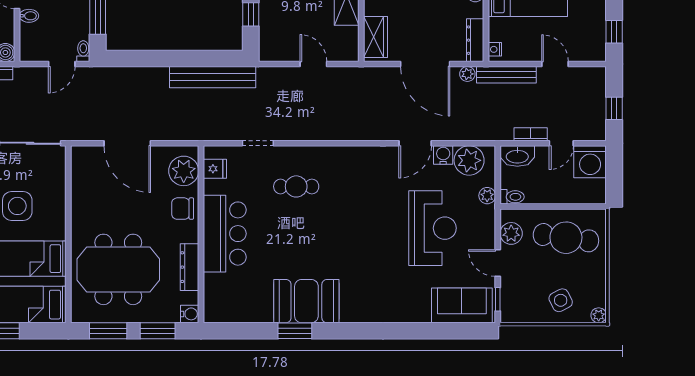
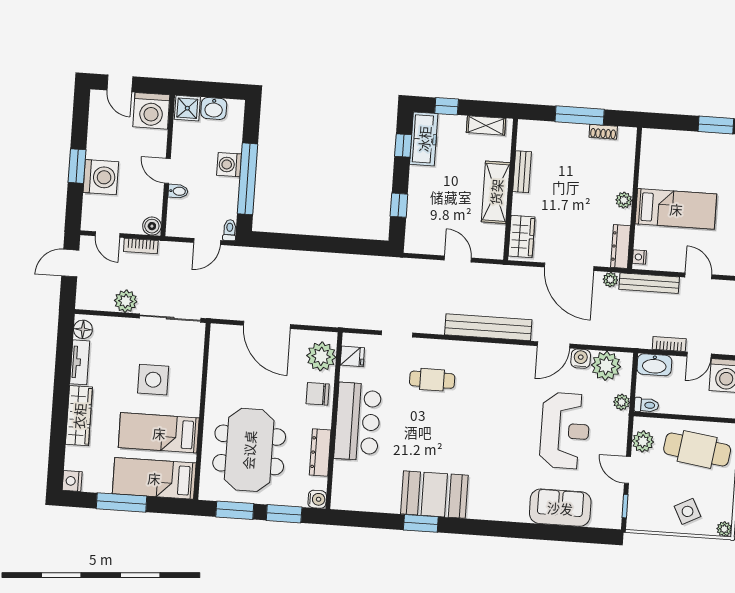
bench: (213, 77) -> (488, 327), moved
meeting table: (118, 269) -> (249, 450), turned 90
sofa: (462, 305) -> (560, 508), moved

